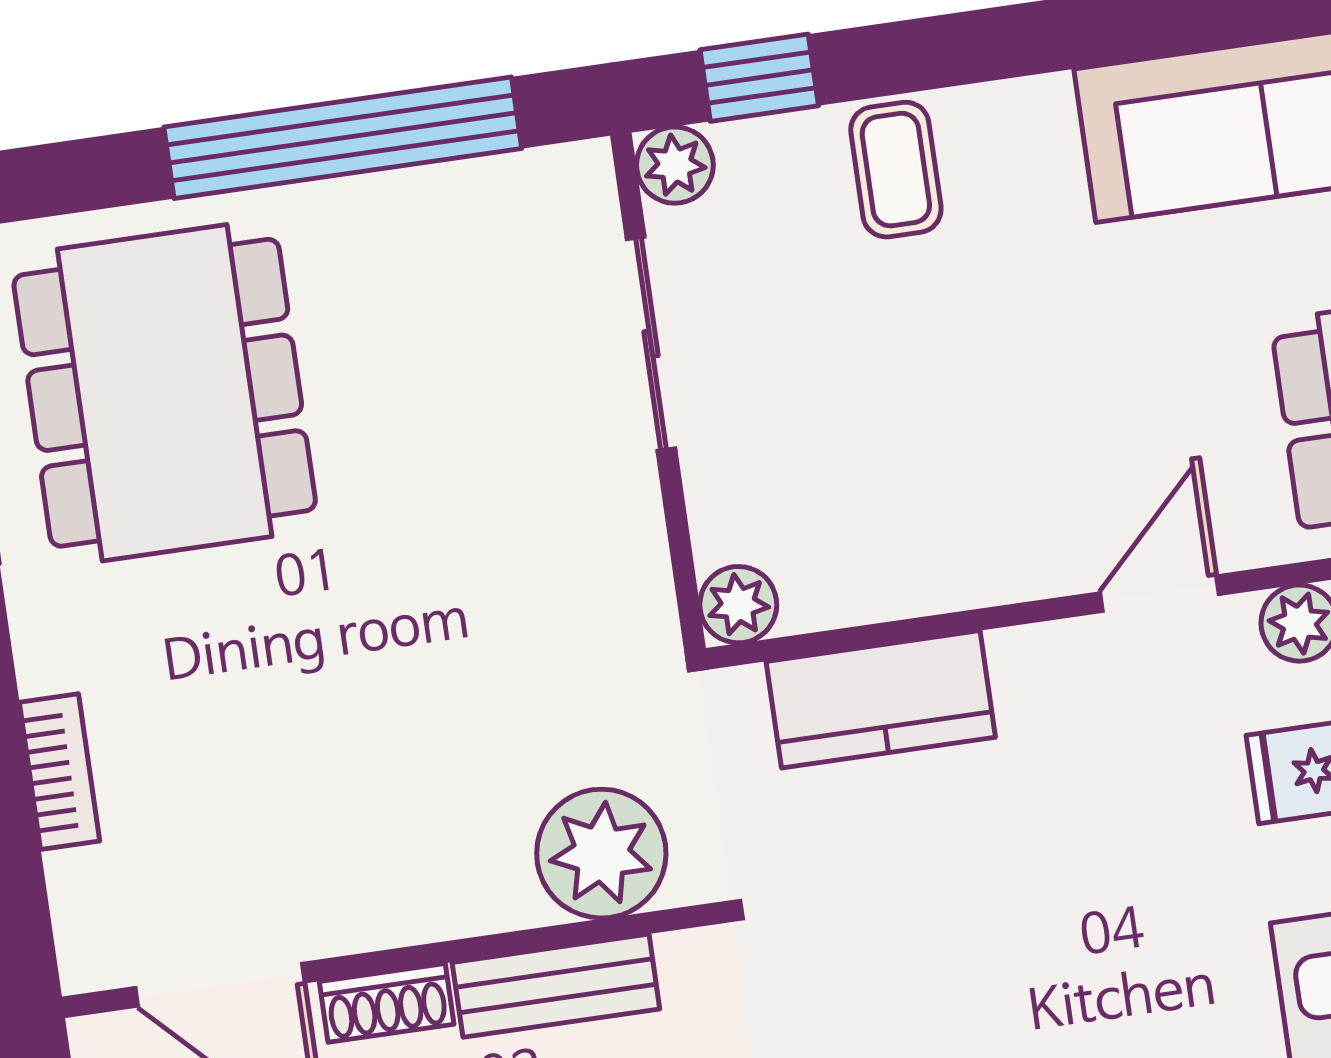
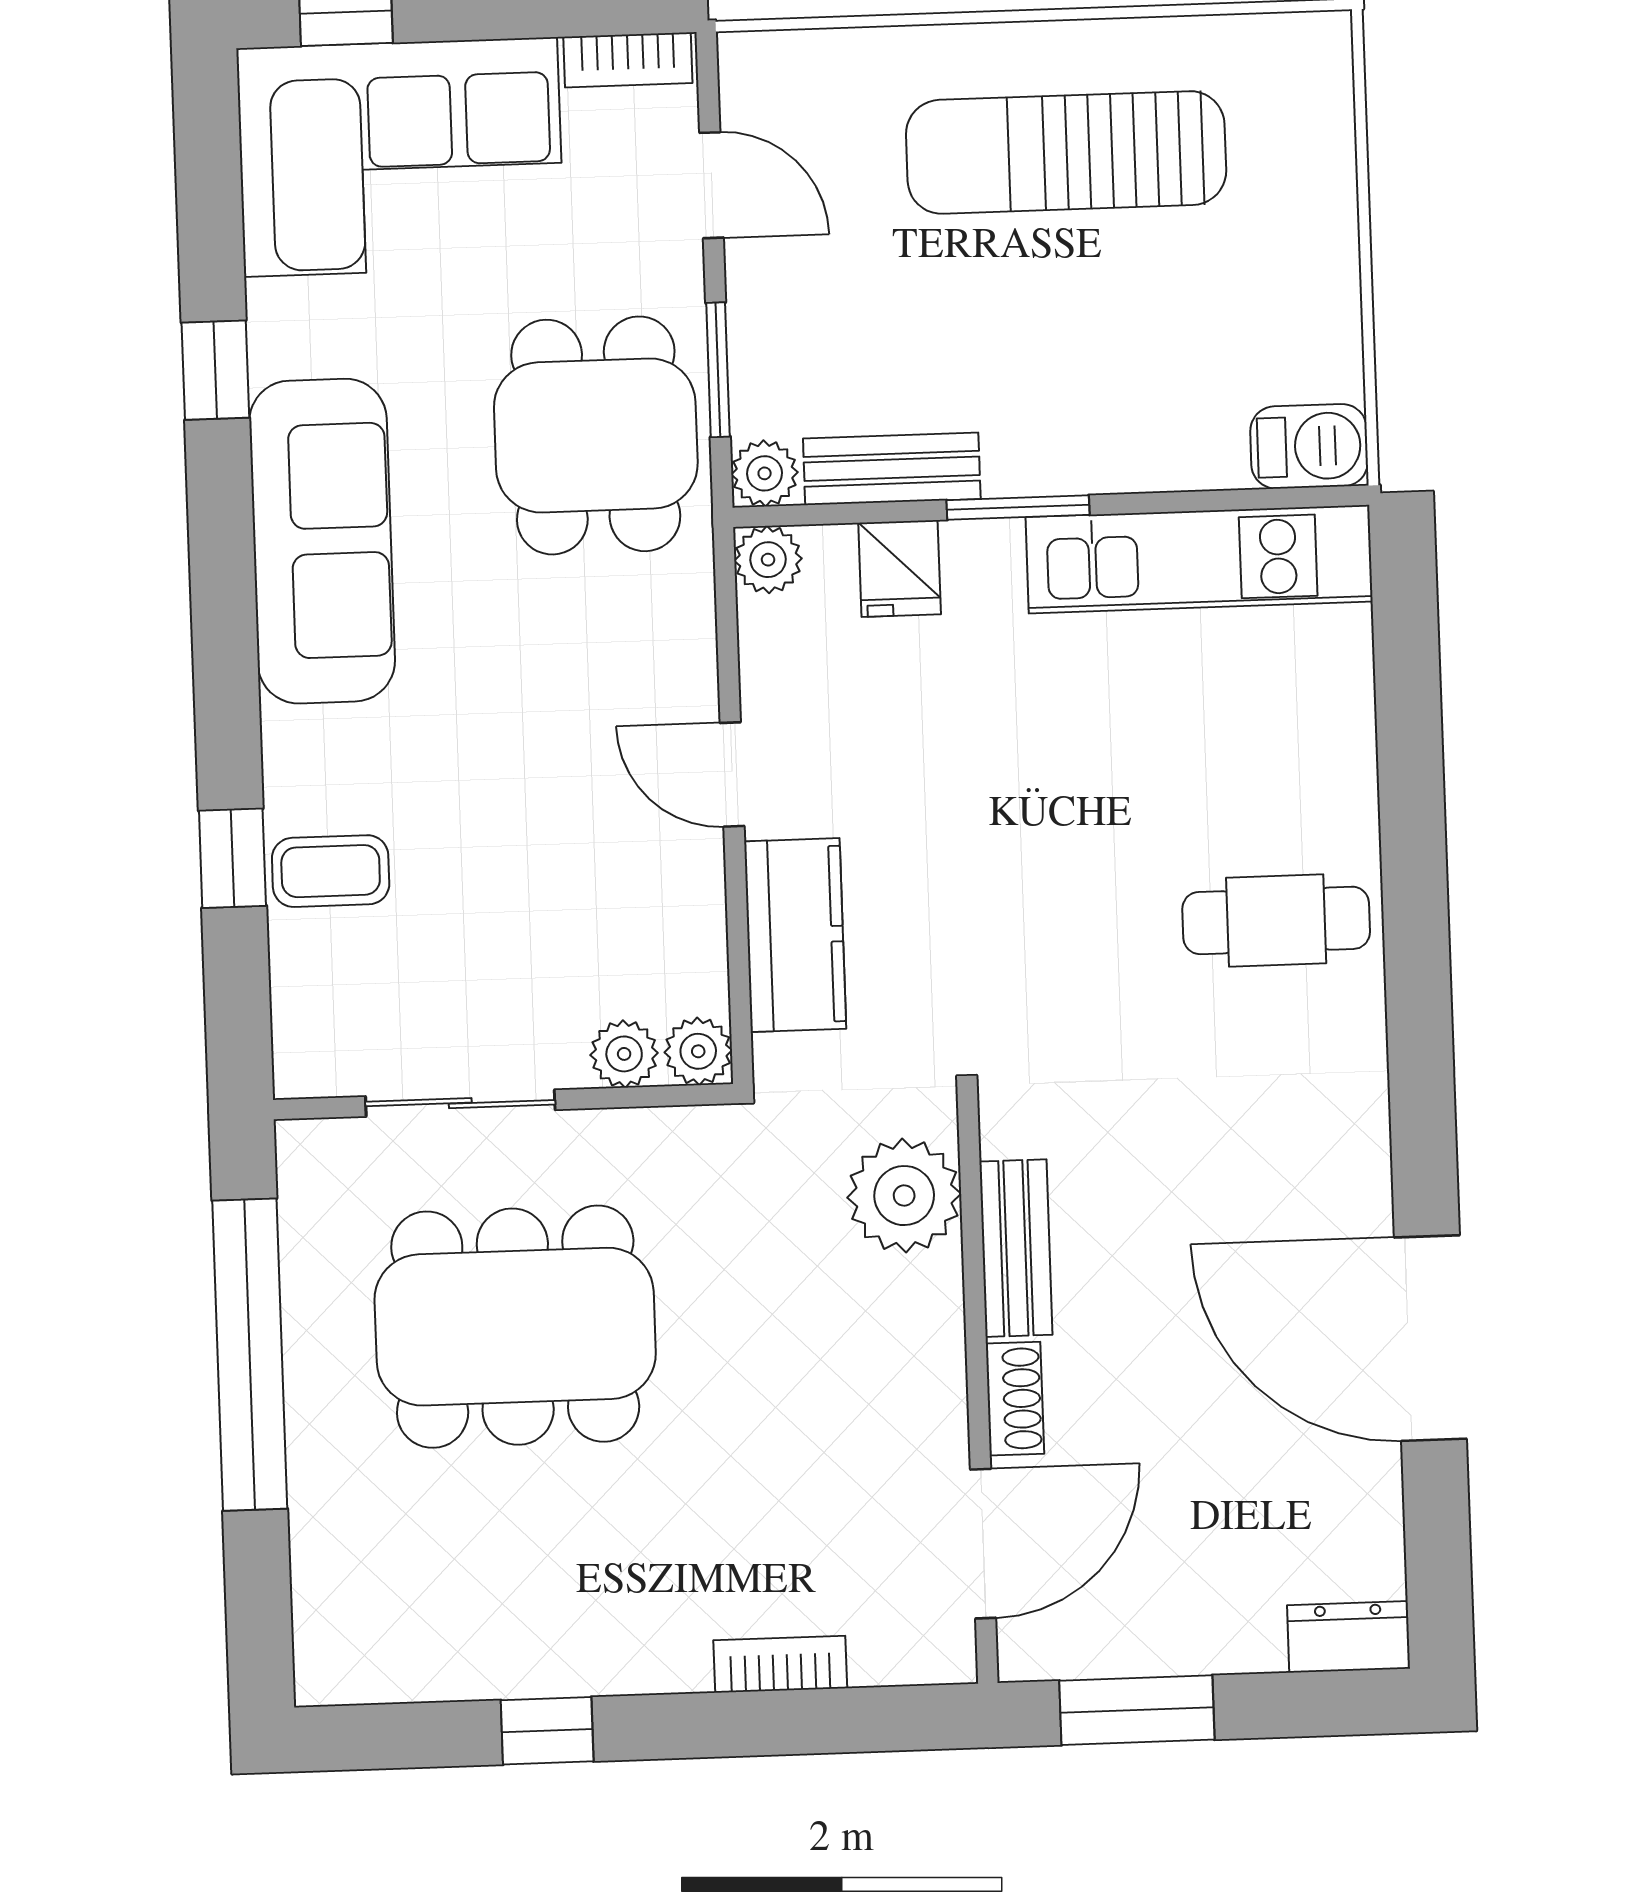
window: (759, 78) -> (232, 858), moved
plant: (675, 165) -> (624, 1054), moved
dining table: (165, 393) -> (515, 1327), moved
door: (1160, 594) -> (732, 775), moved

